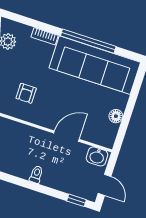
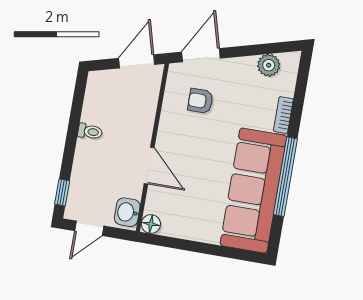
floor lamp: (116, 116) -> (151, 224), moved

